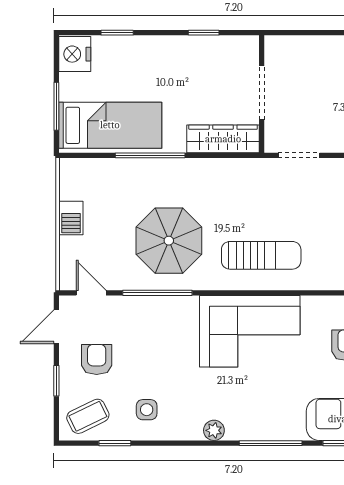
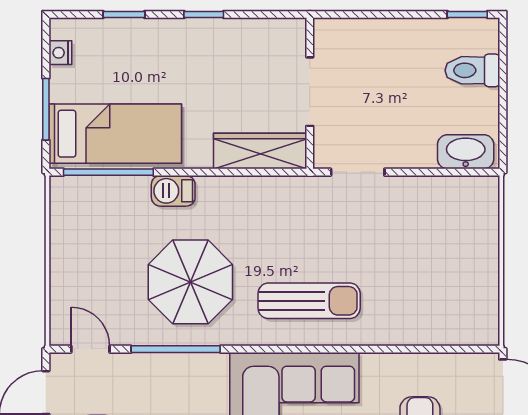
window: (204, 33) -> (204, 14), moved
nightstand: (75, 54) -> (60, 53), width x0.53, depth x0.56
window: (150, 155) -> (108, 172), moved
barbecue: (71, 218) -> (173, 191), moved, turned 90

